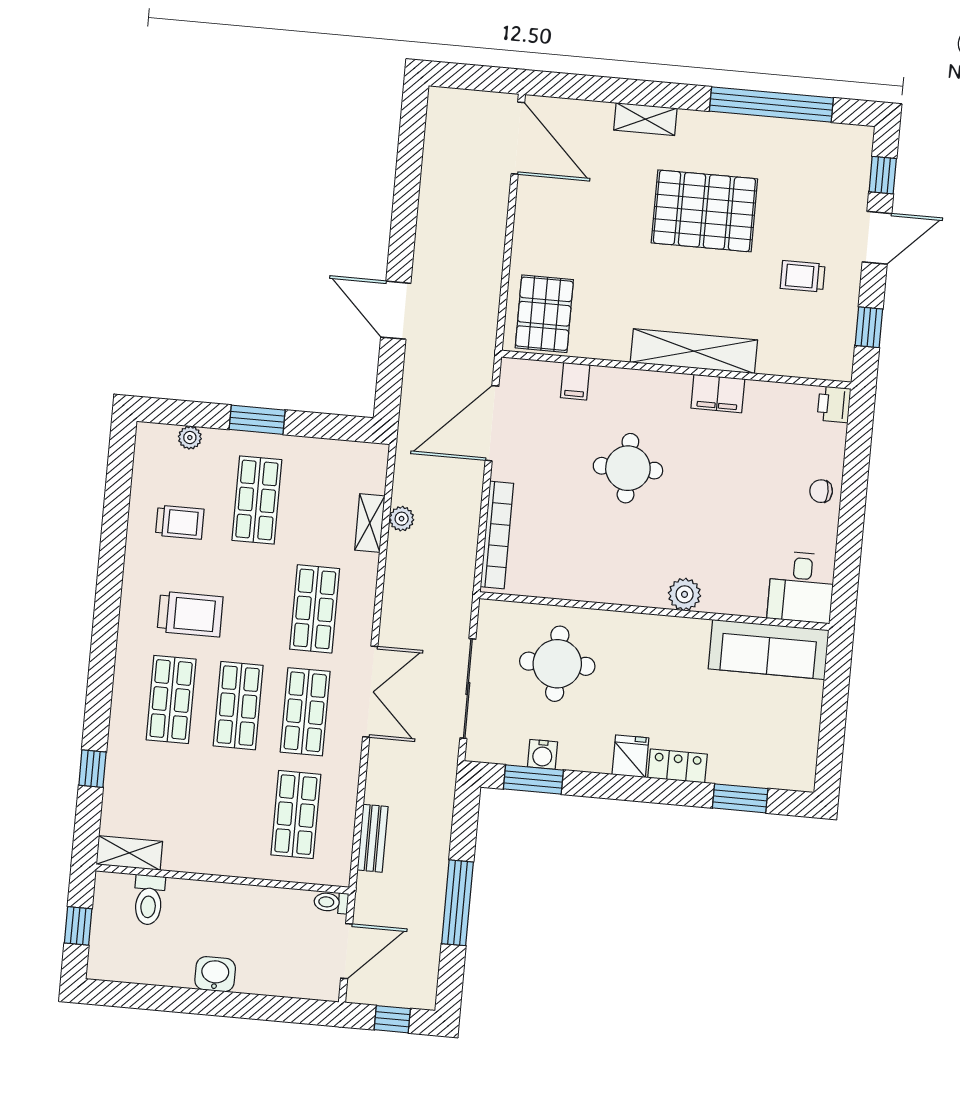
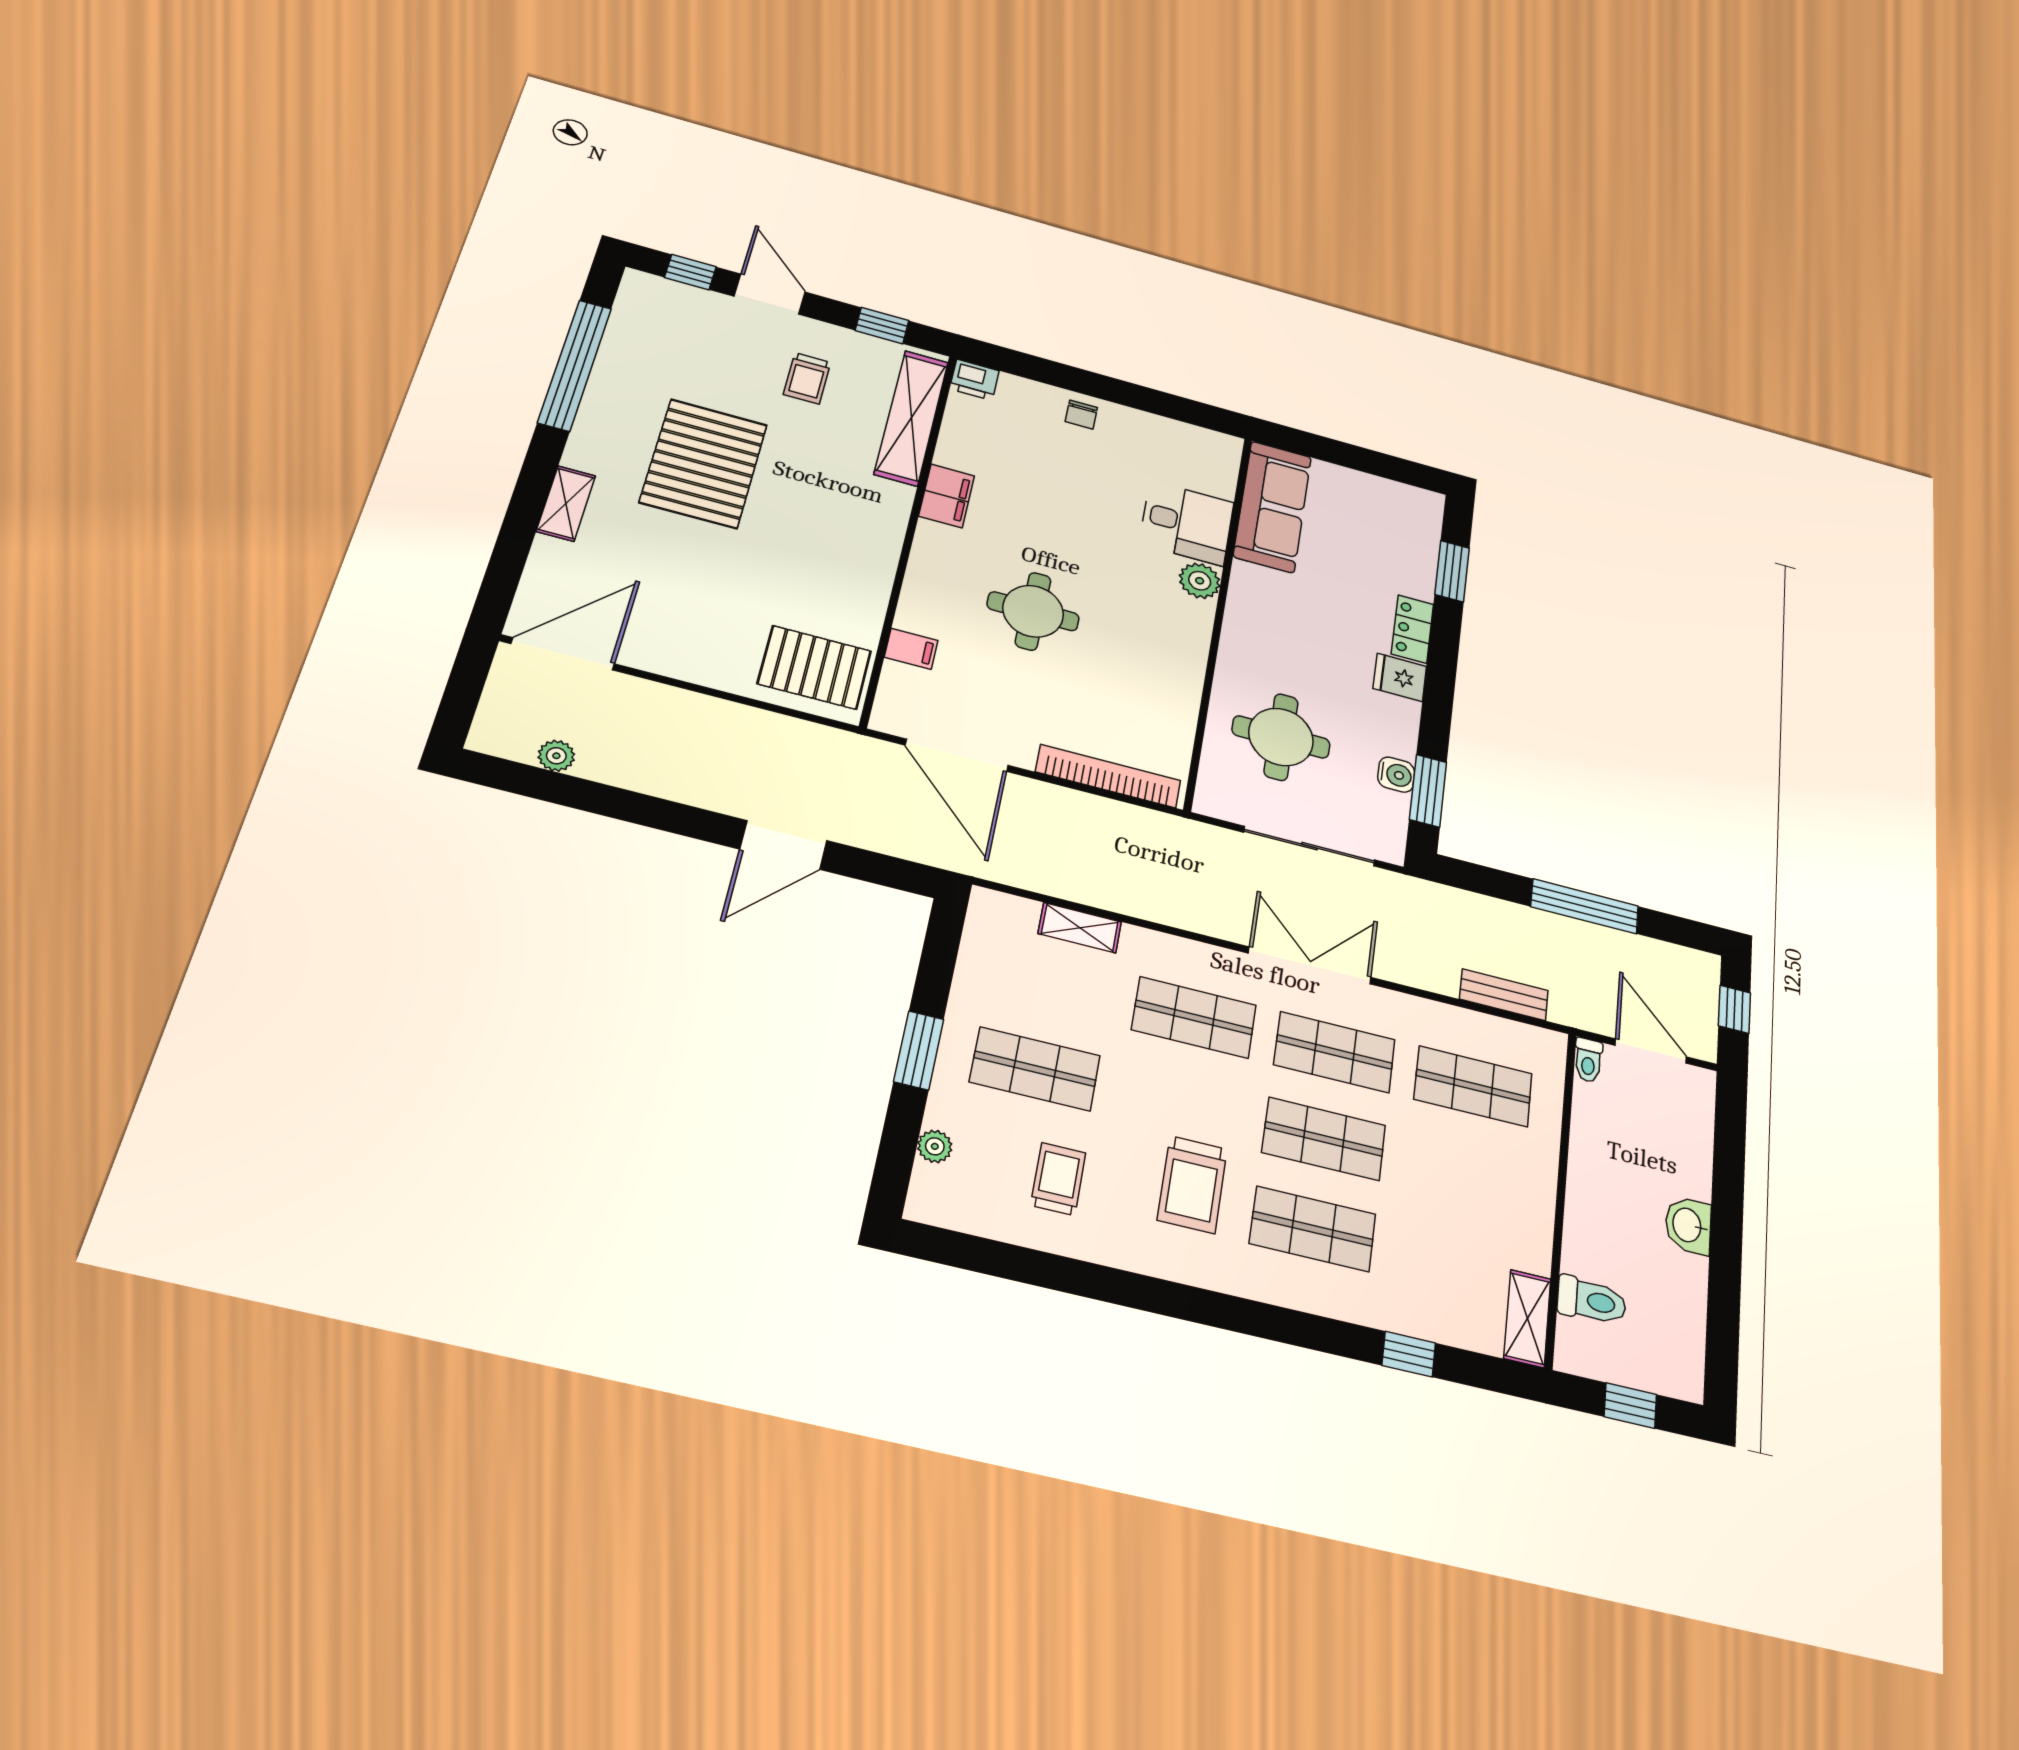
shelving: (694, 351) -> (911, 418), moved
plant: (402, 519) -> (556, 756), moved
desk: (801, 587) -> (1187, 523), moved
trolley: (190, 614) -> (1192, 1184), turned 180

